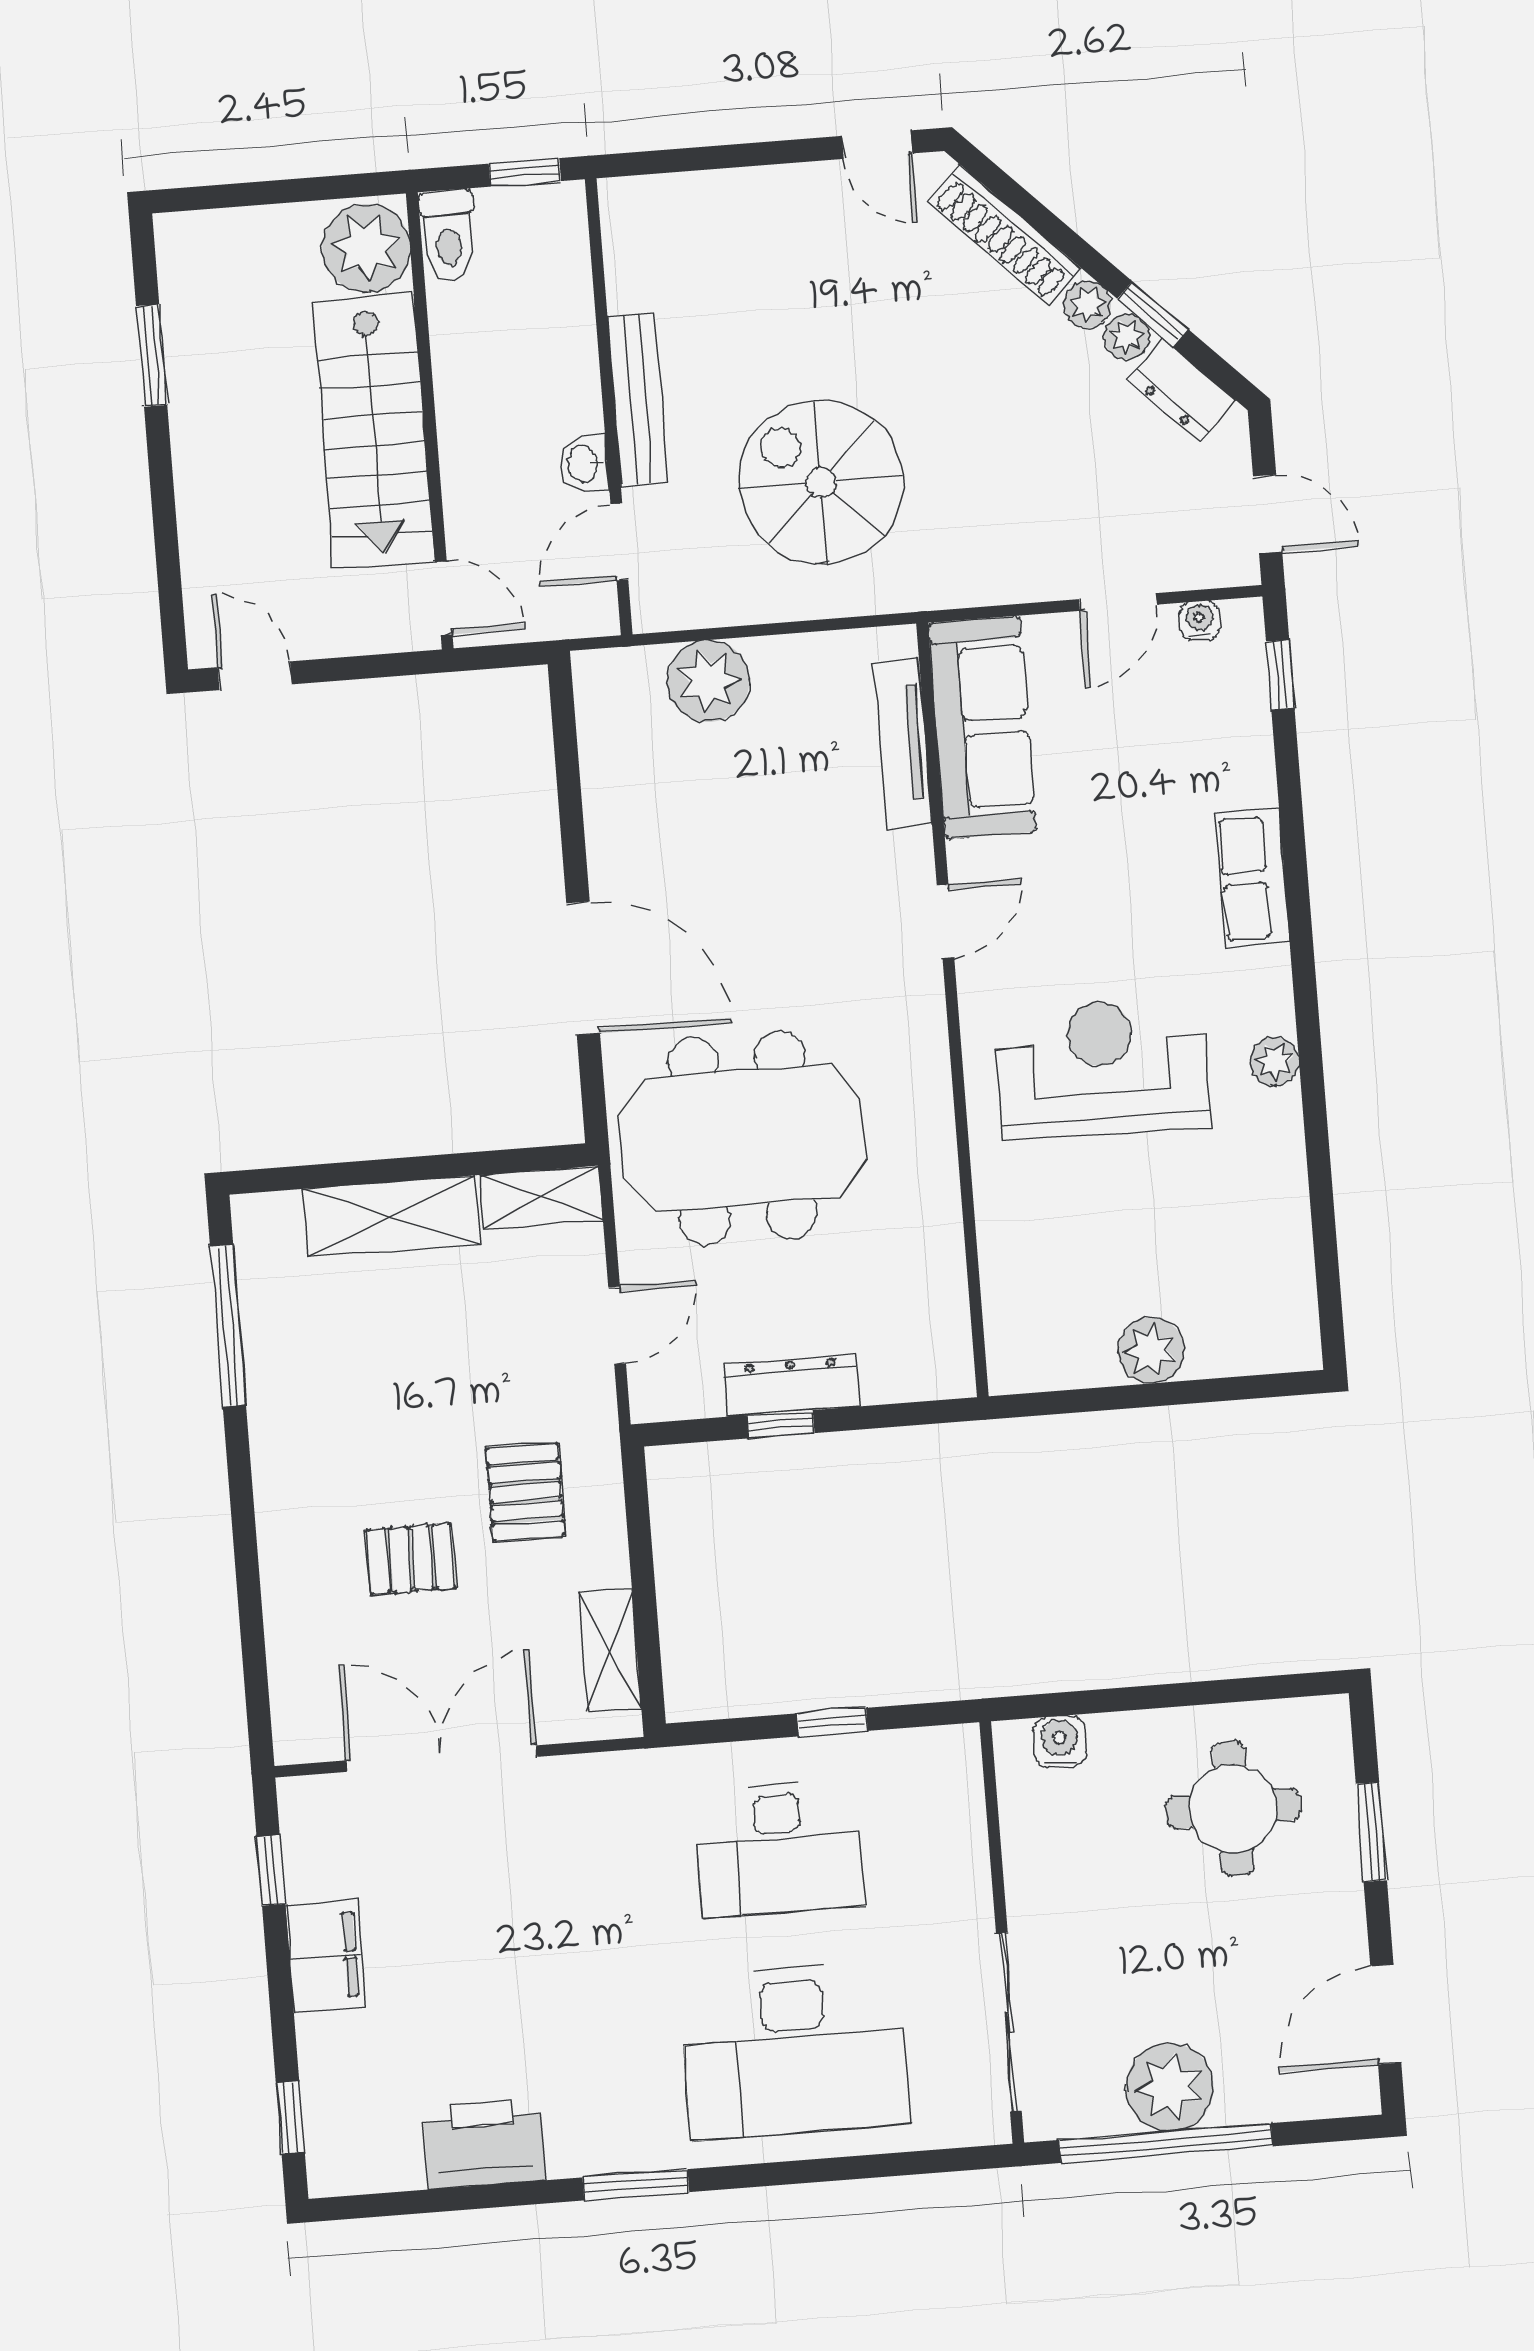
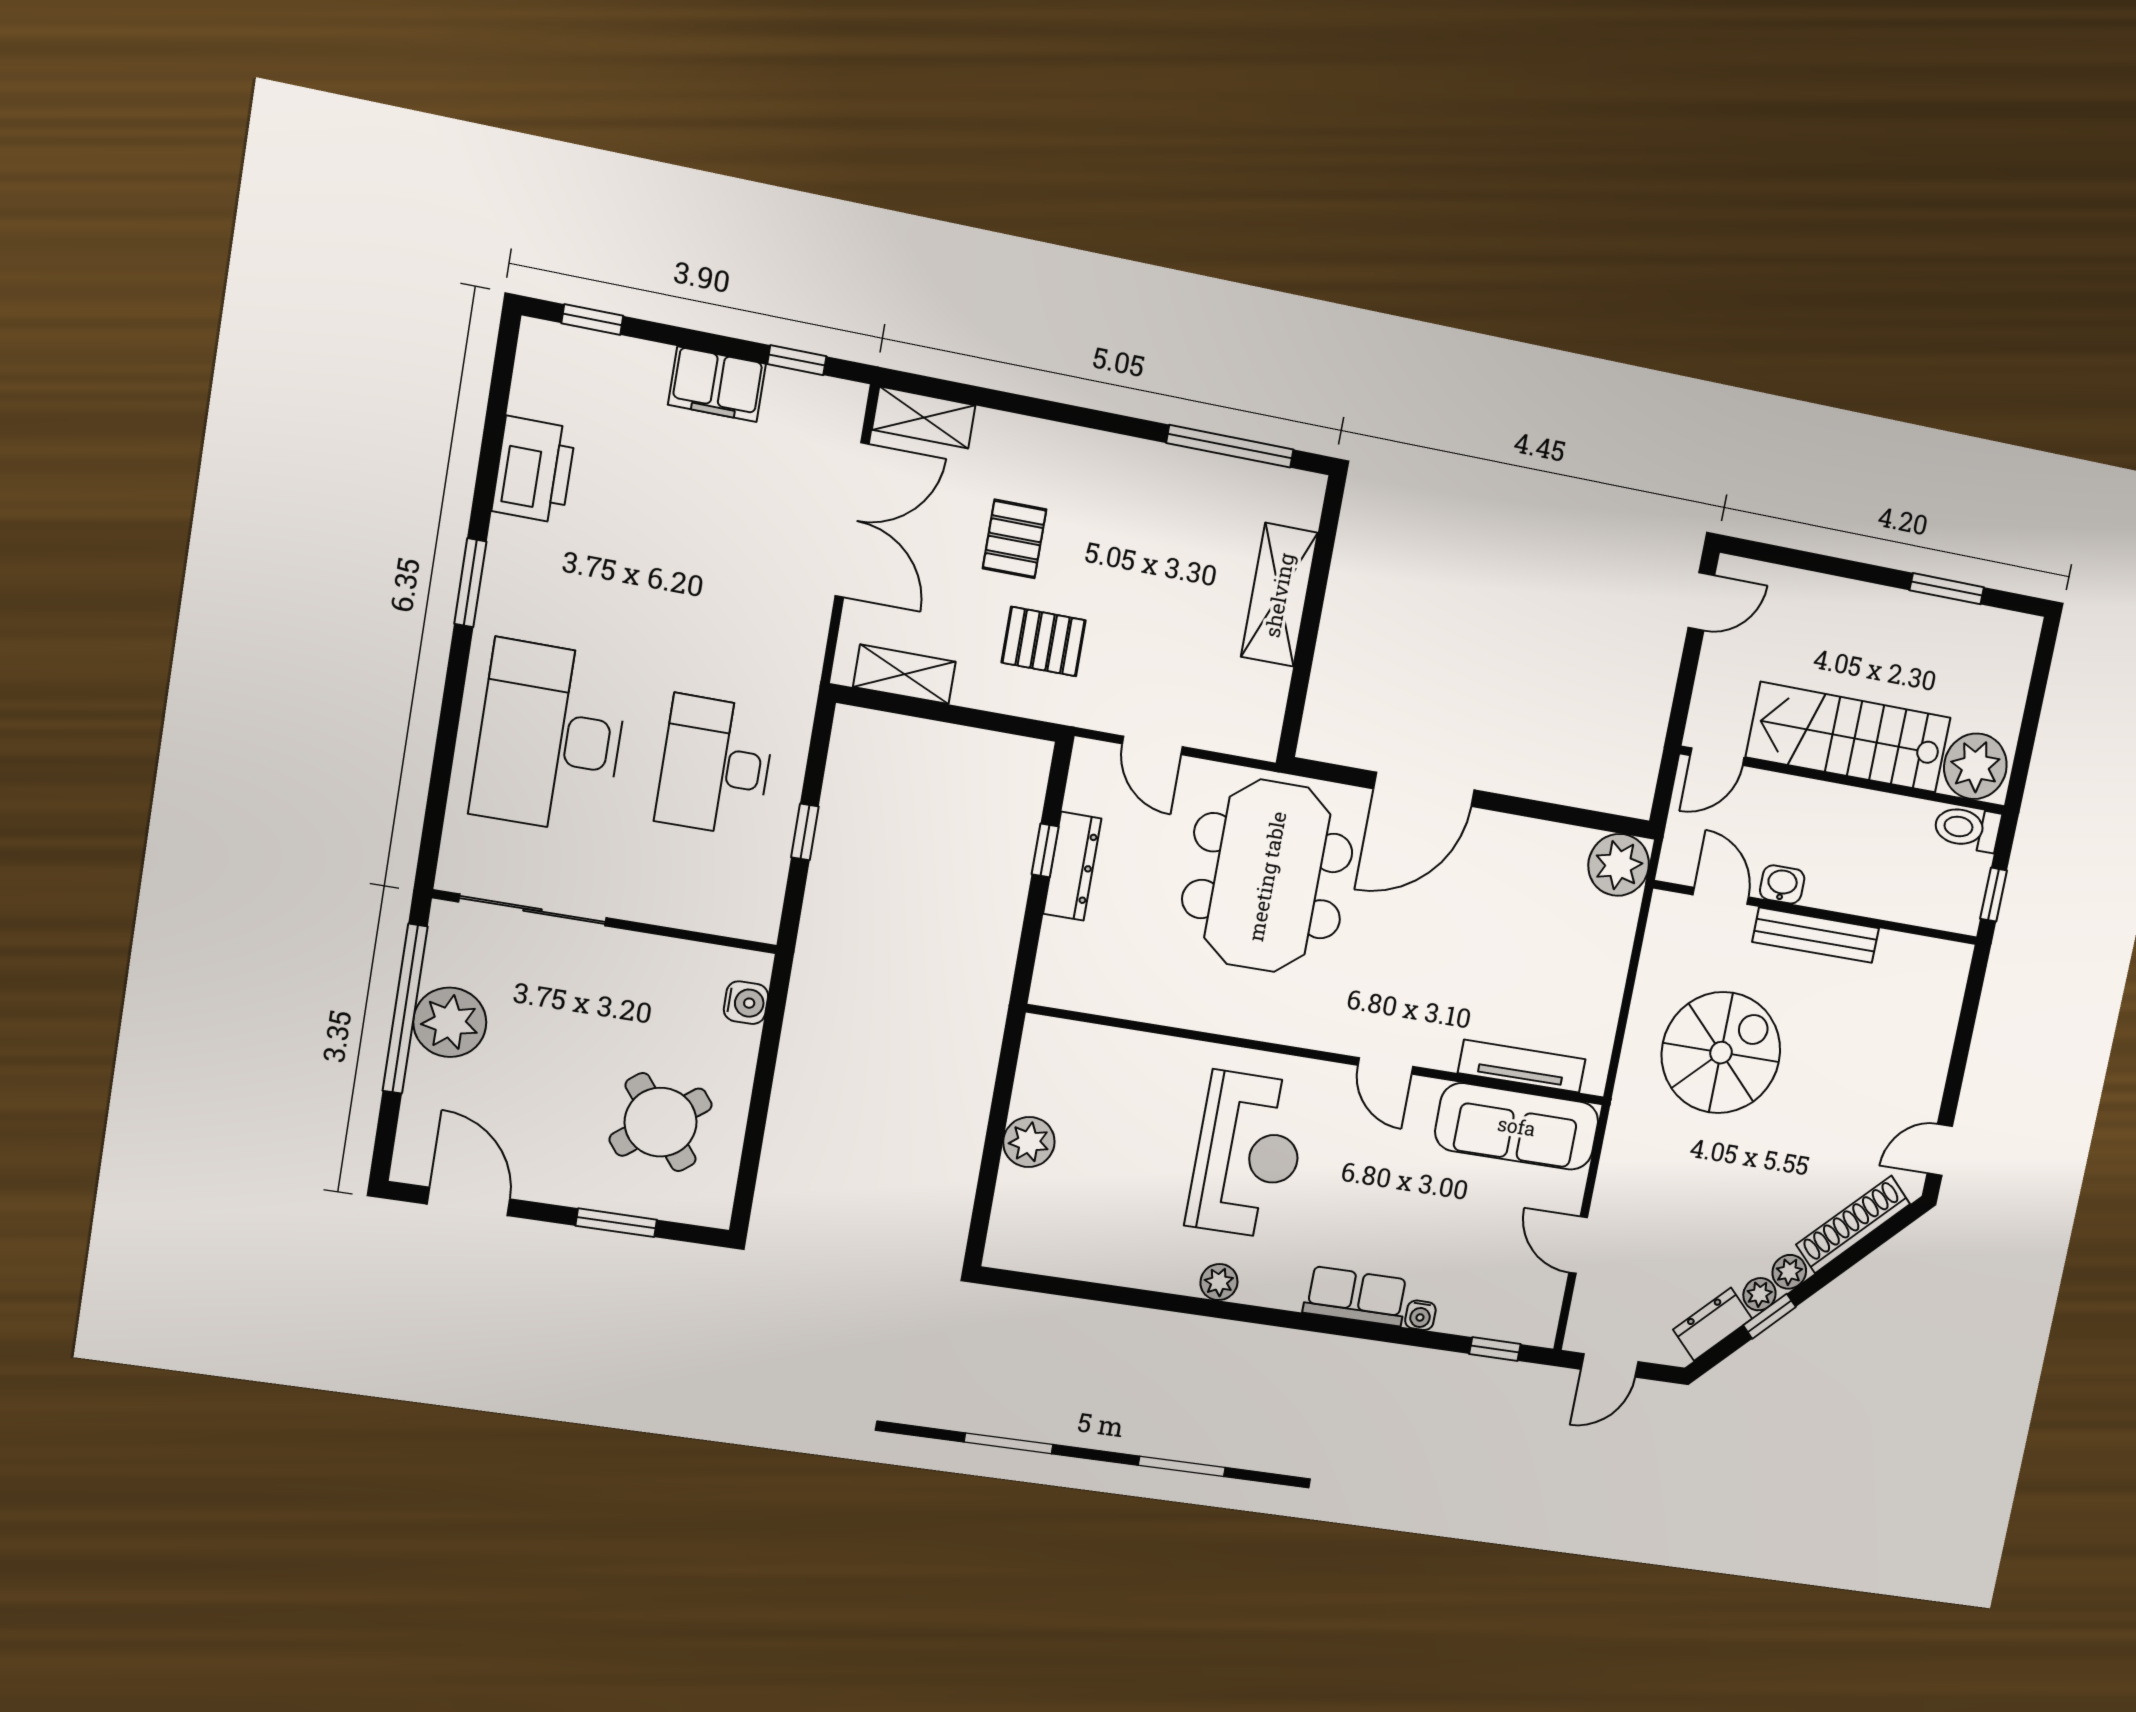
water cooler: (1200, 621) -> (1420, 1315), moved, turned 90
plant: (708, 681) -> (1619, 865), moved
shelving: (541, 1197) -> (924, 418), moved, turned 90
round table: (1233, 1809) -> (661, 1122), turned -38

